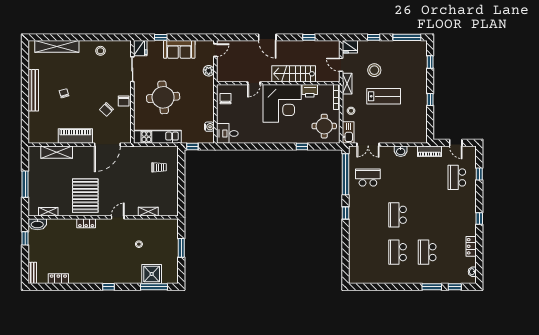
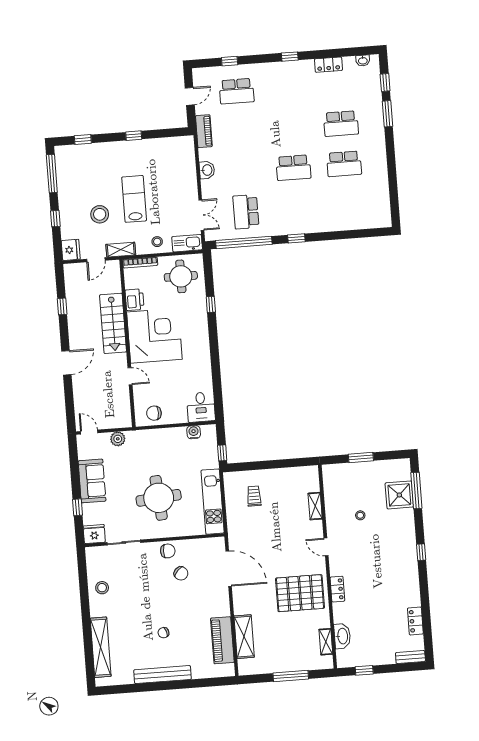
piano: (75, 136) -> (222, 640), moved
washbasin: (37, 224) -> (342, 636), moved

